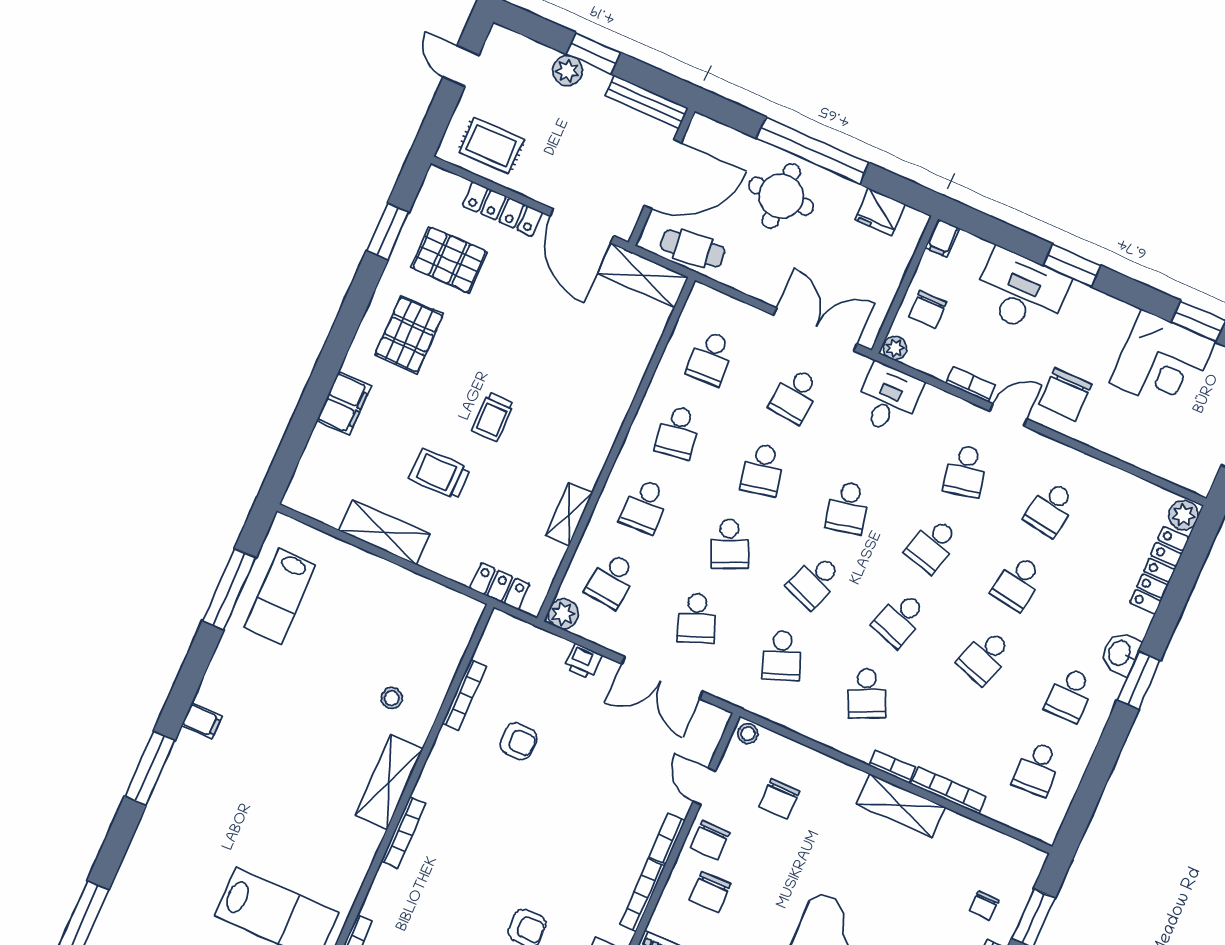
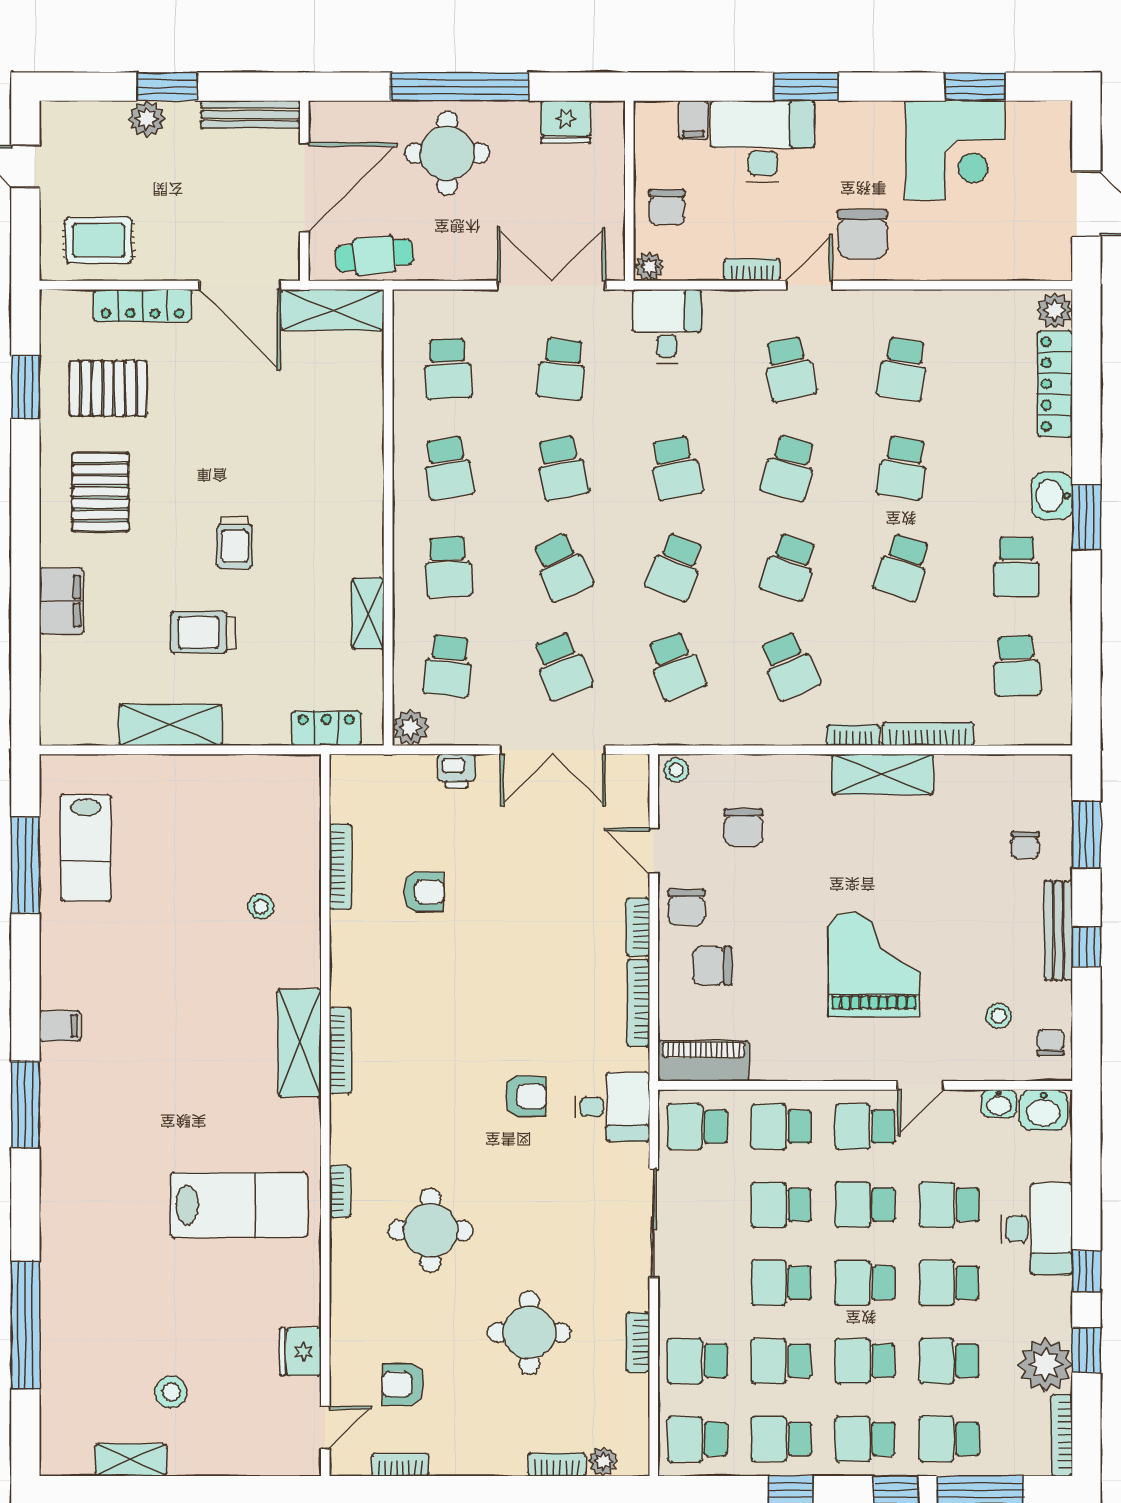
filing cabinet: (942, 238) -> (693, 120), moved
shelving: (389, 782) -> (299, 1043), moved
chair: (710, 892) -> (712, 966), turned 90

